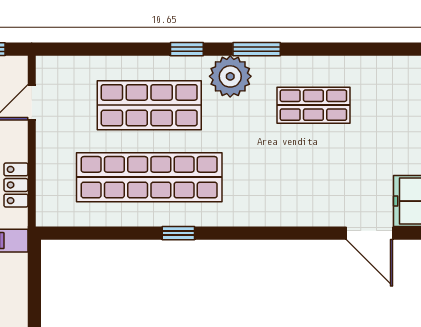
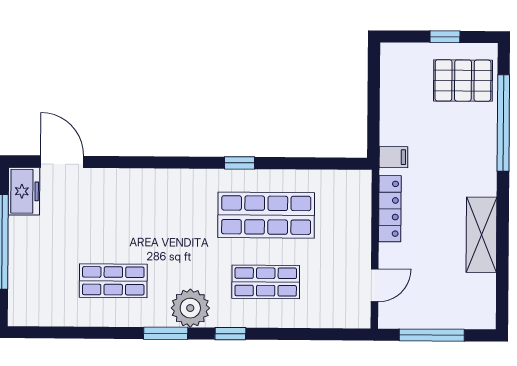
shop shelf: (149, 105) -> (266, 282), width x0.70, depth x0.74
shop shelf: (149, 177) -> (266, 215), width x0.71
locker: (16, 185) -> (390, 209), width x1.53

